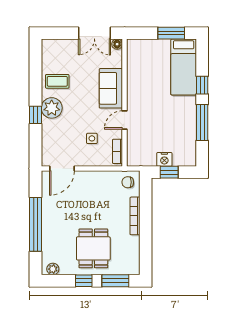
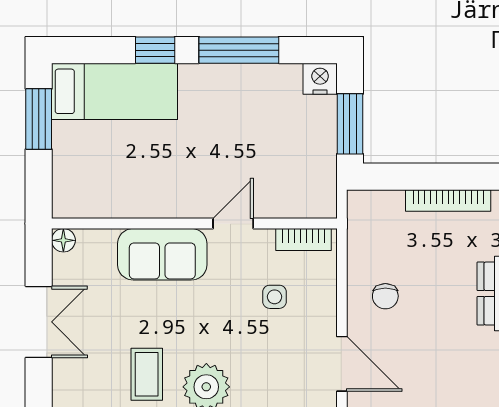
double door: (94, 33) -> (39, 322), moved
door: (125, 120) -> (233, 224), swing flipped
nightstand: (164, 159) -> (320, 79), moved, turned -90
window: (169, 172) -> (350, 124), width x1.50
chair: (128, 182) -> (385, 296), moved

